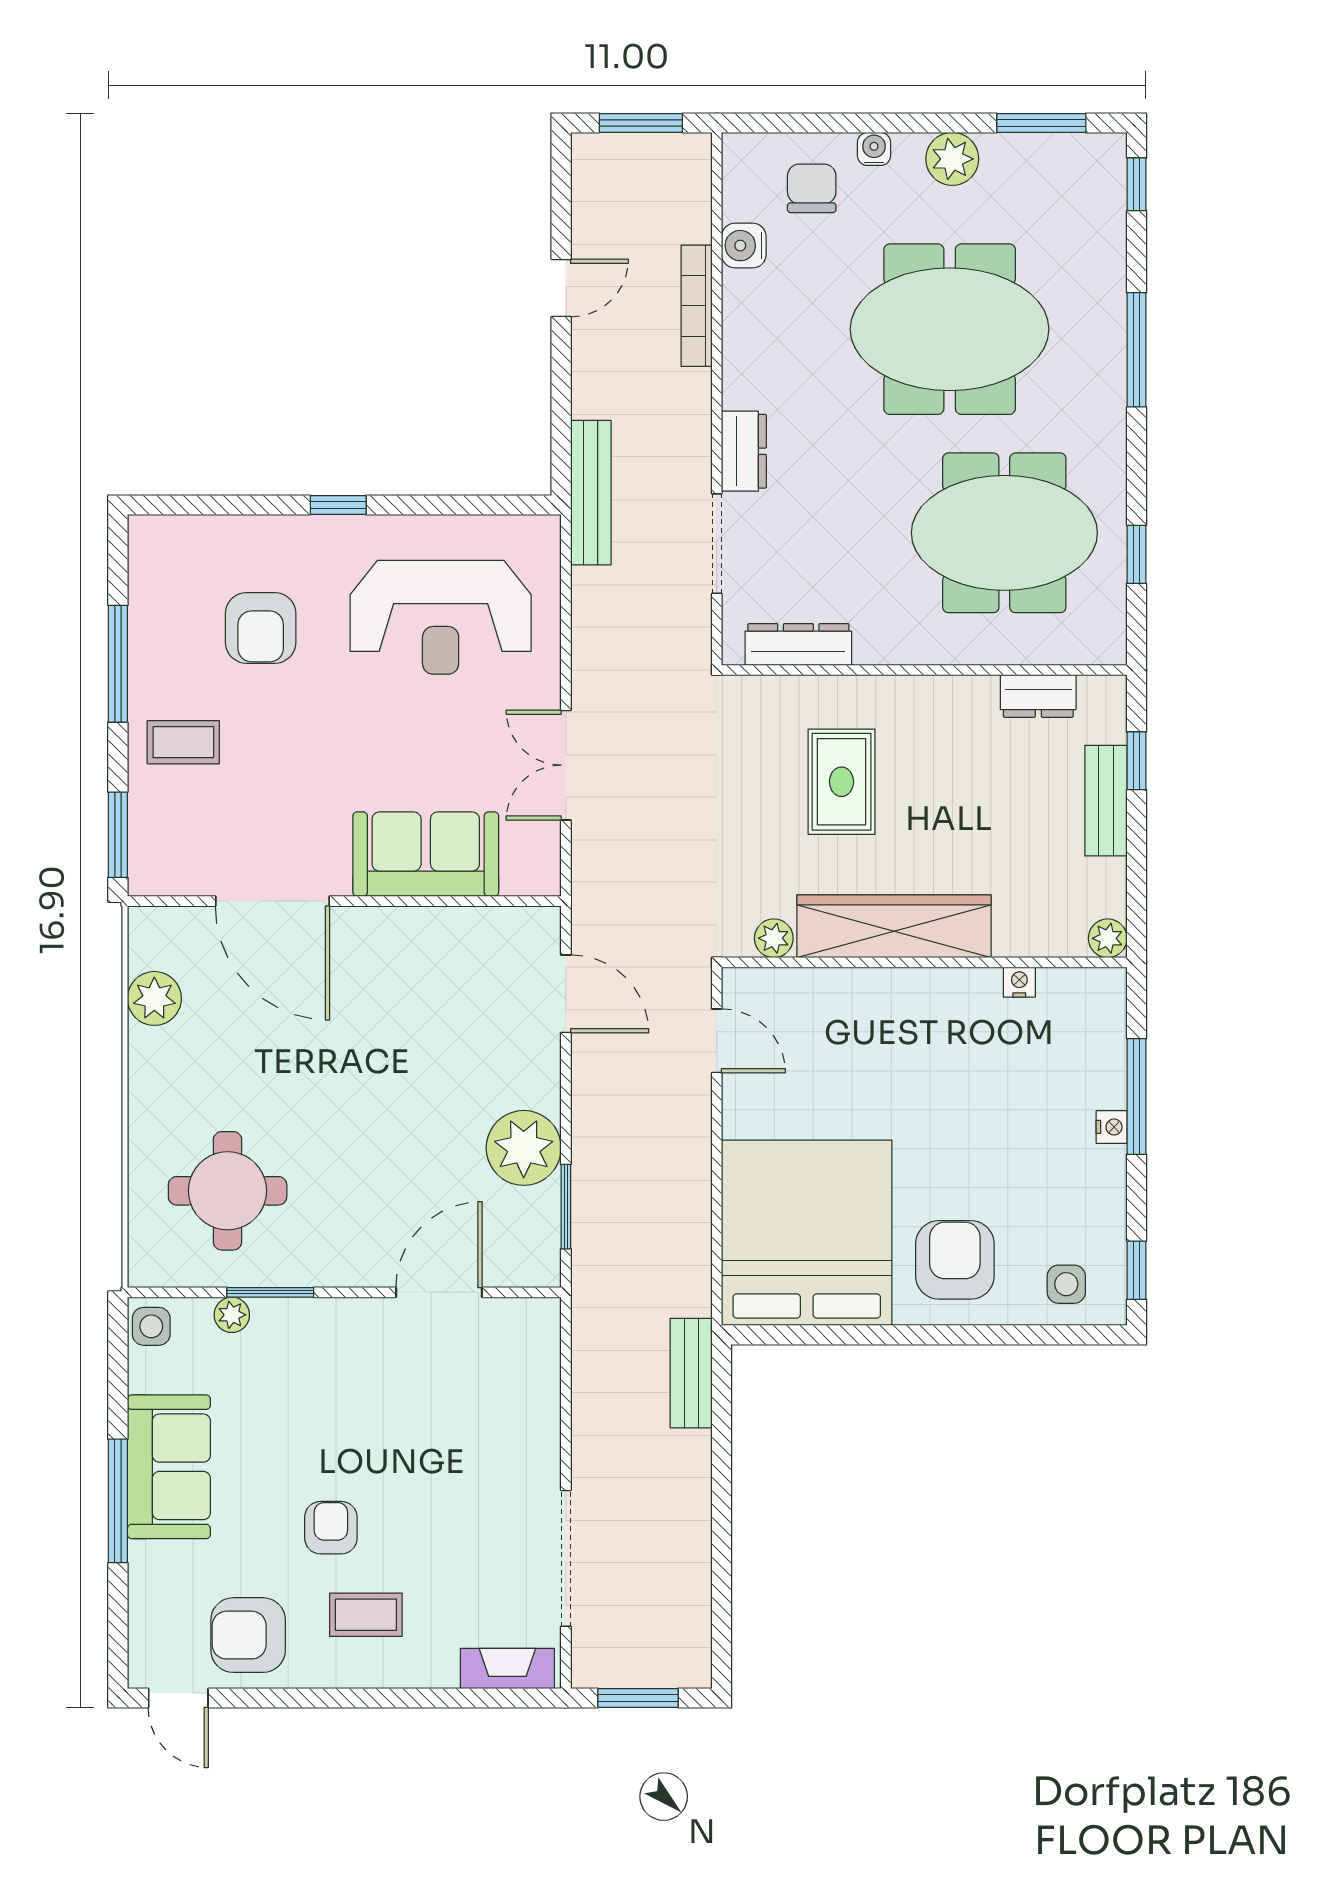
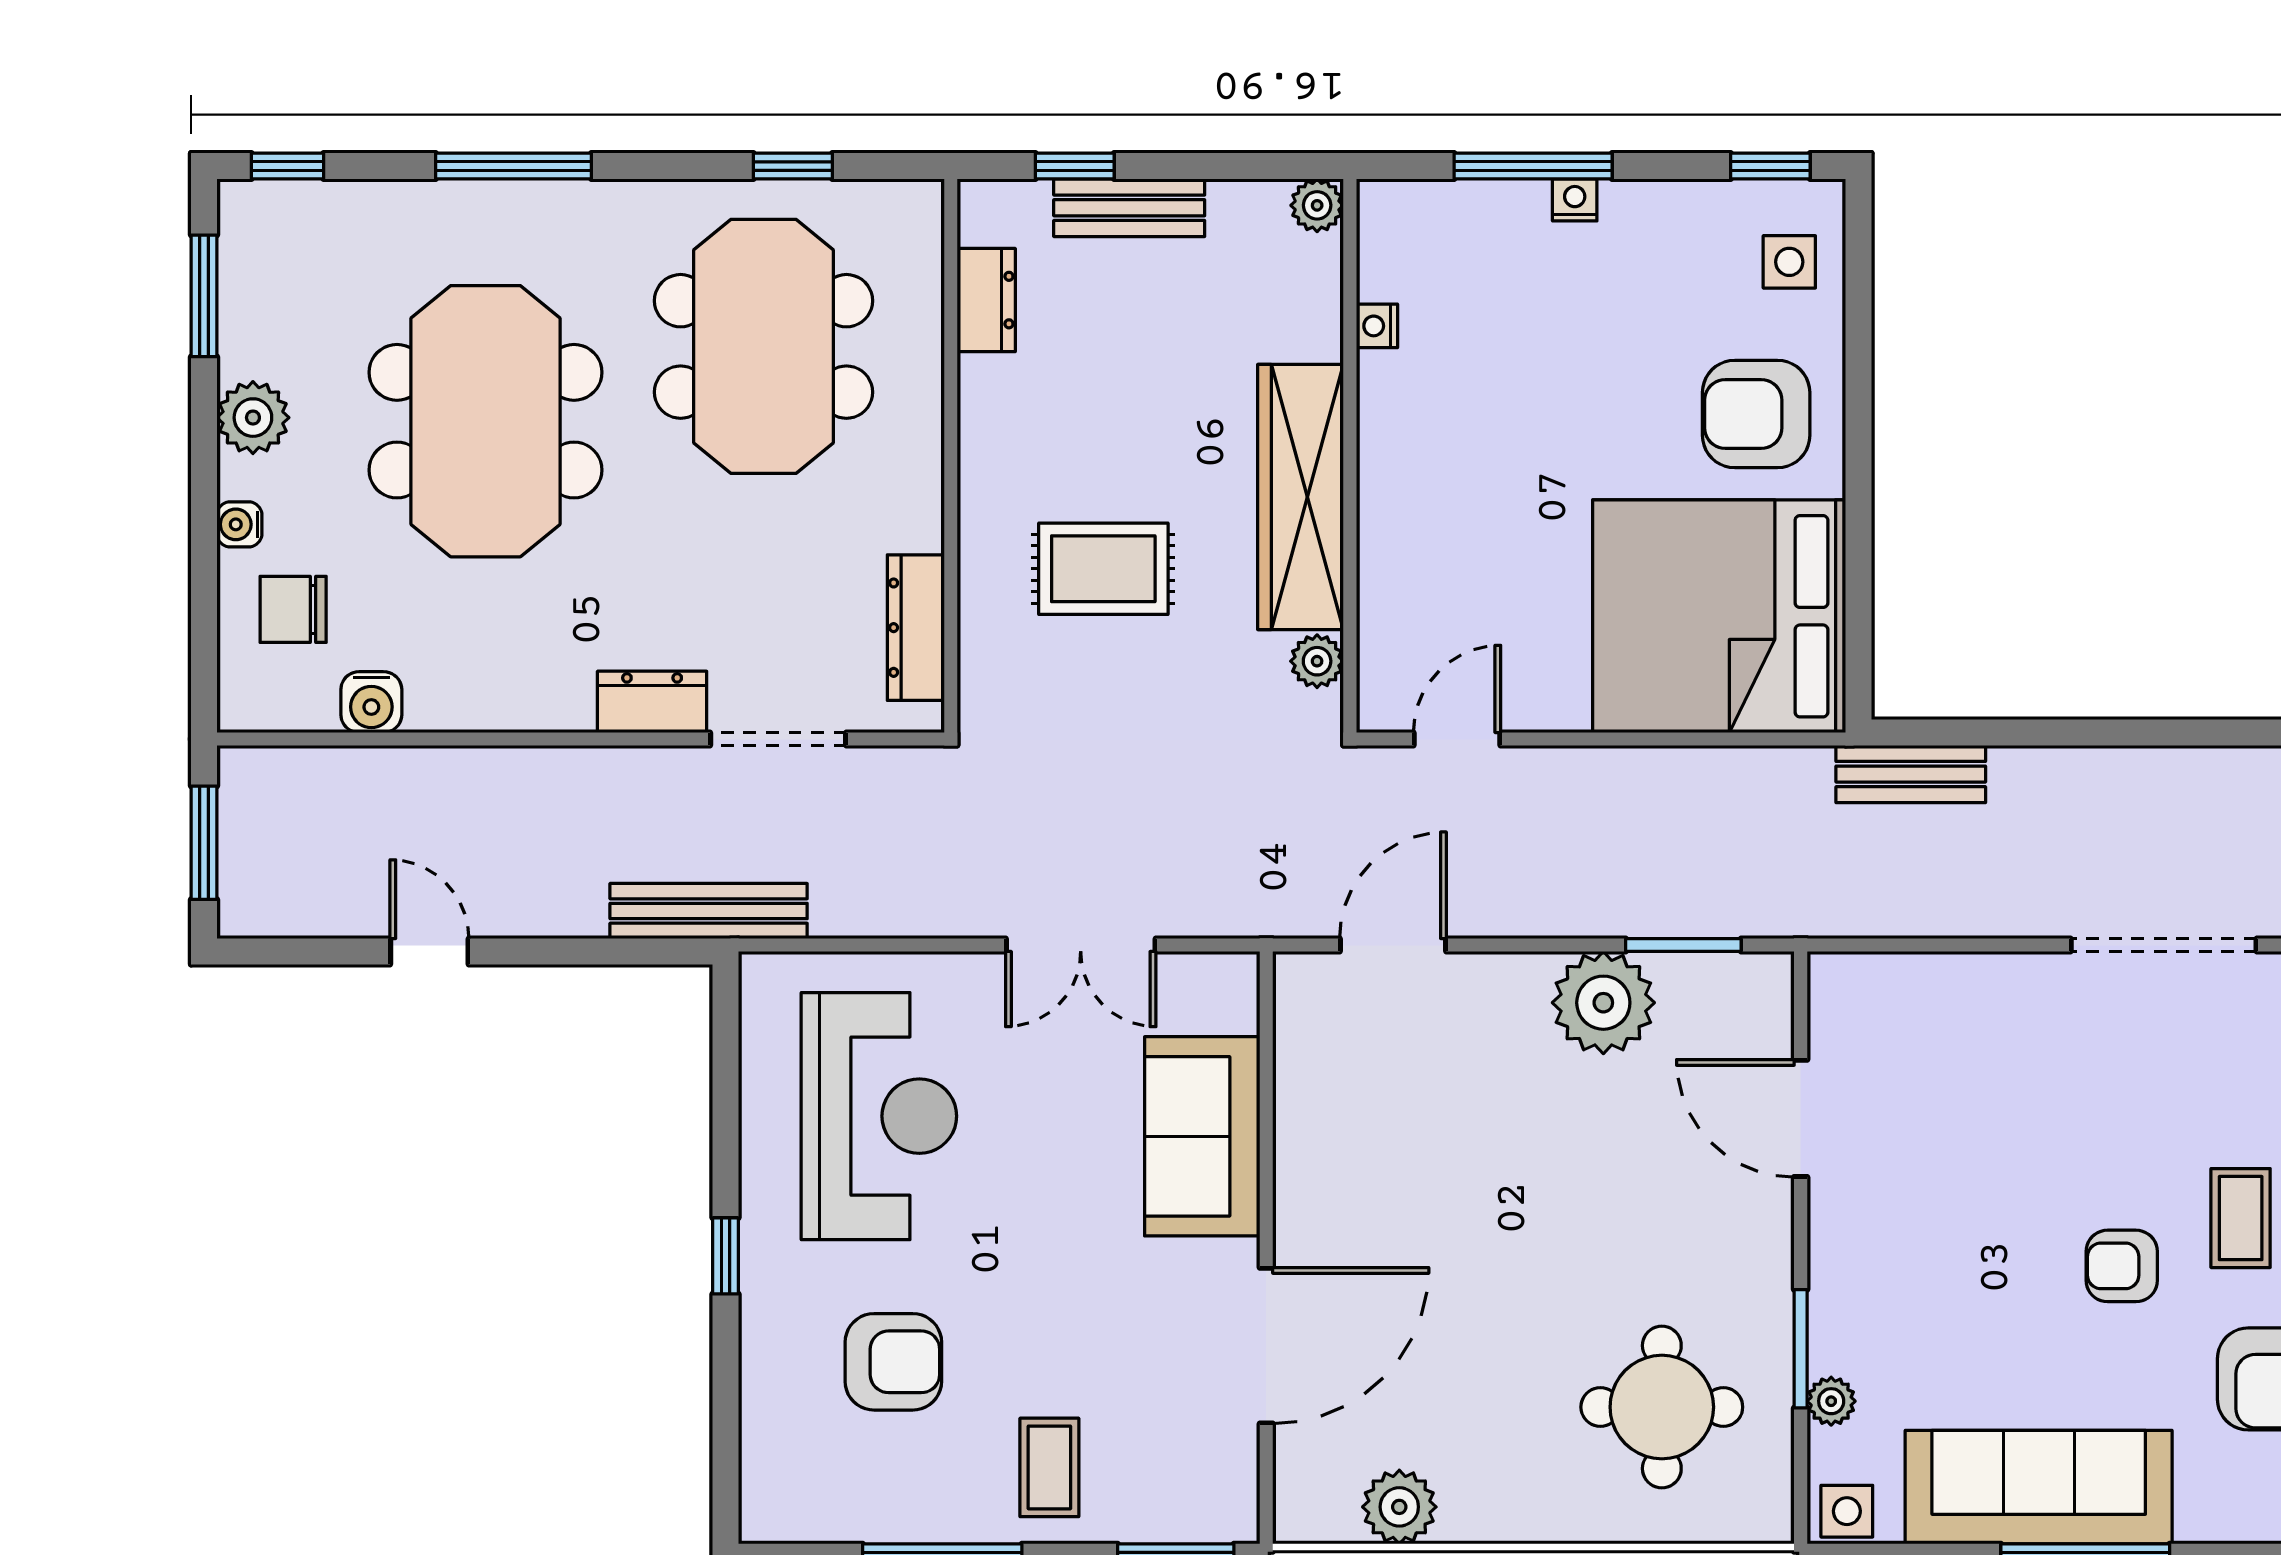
bookcase: (697, 306) -> (454, 767), removed
sofa: (169, 1467) -> (2039, 1487), width x1.36

